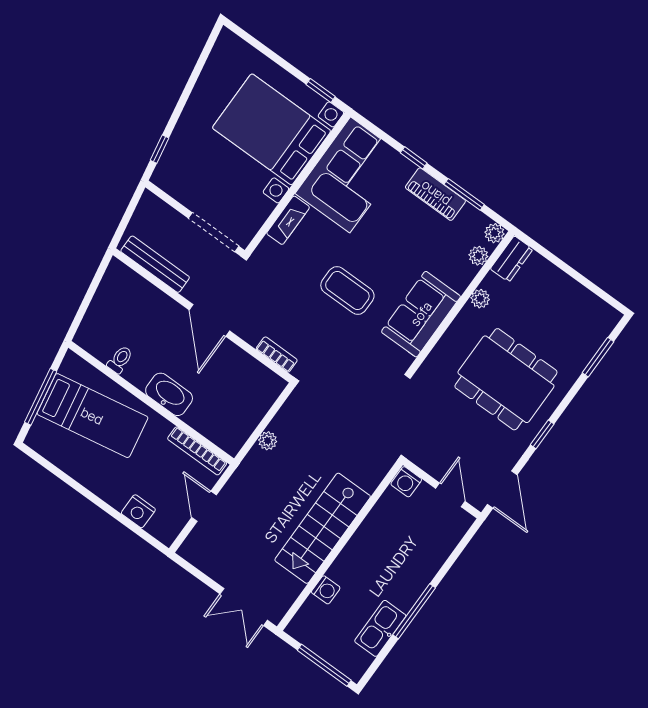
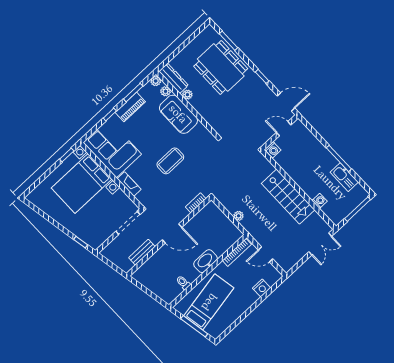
dresser: (512, 259) -> (174, 78), width x1.44
bench: (155, 264) -> (142, 252), width x0.73
sofa: (421, 314) -> (178, 114), moved
dining table: (506, 379) -> (221, 67), moved, turned 90

